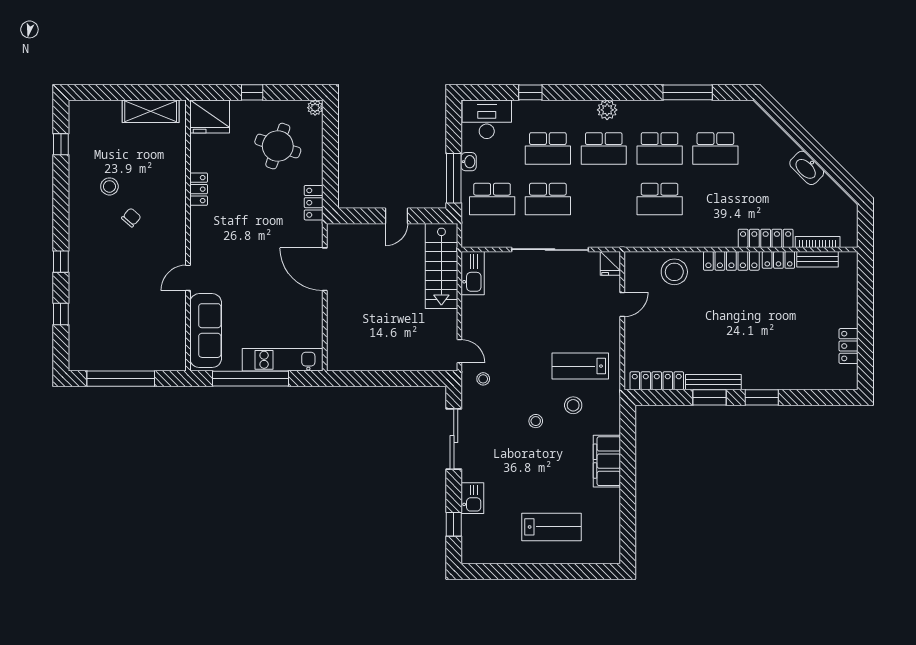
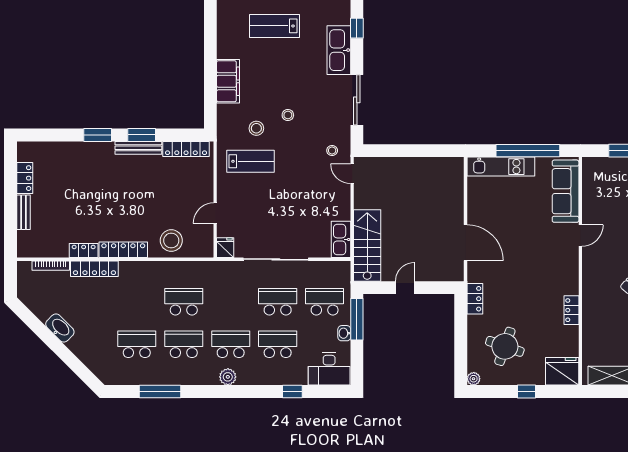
bench: (818, 259) -> (23, 212), moved, turned 90
kitchen sink: (472, 498) -> (339, 50), width x1.87, depth x1.24

